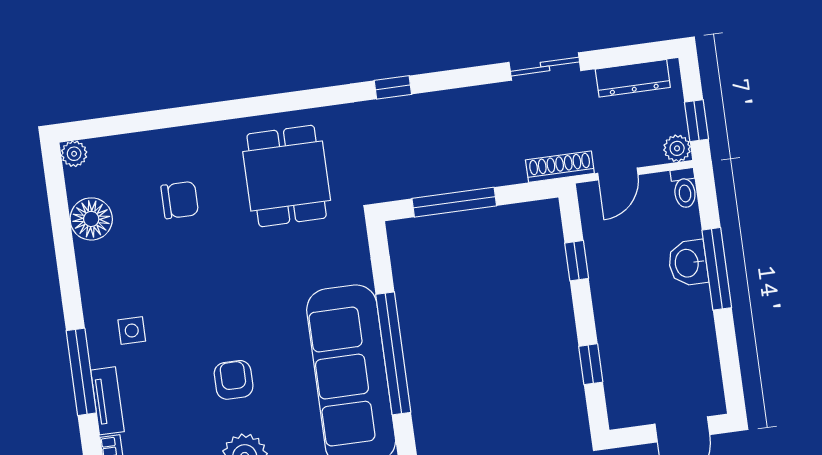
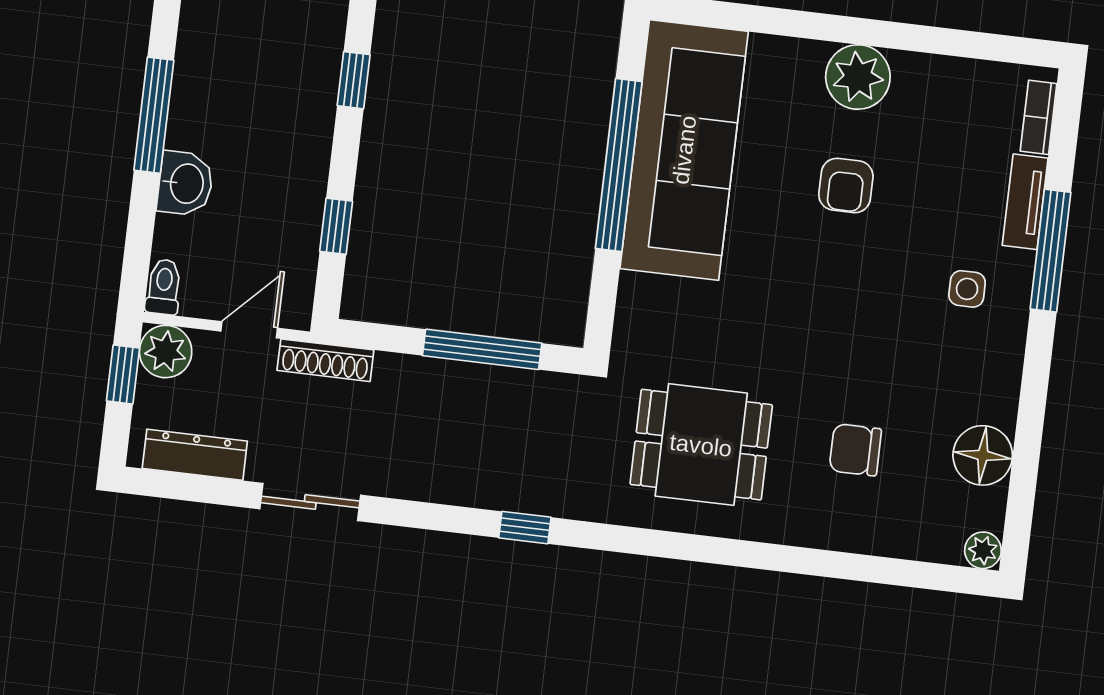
plant: (677, 148) -> (166, 351), width x1.38, depth x1.38
dining table: (287, 176) -> (701, 445), turned 90
window: (717, 269) -> (154, 115), moved

